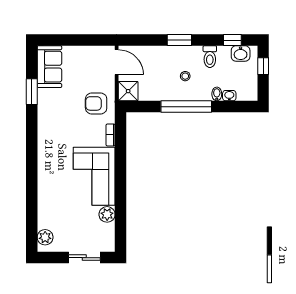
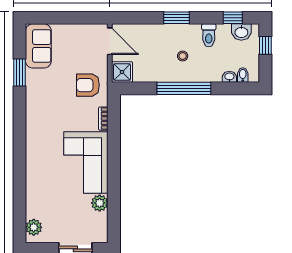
bidet: (217, 94) -> (243, 75), moved

